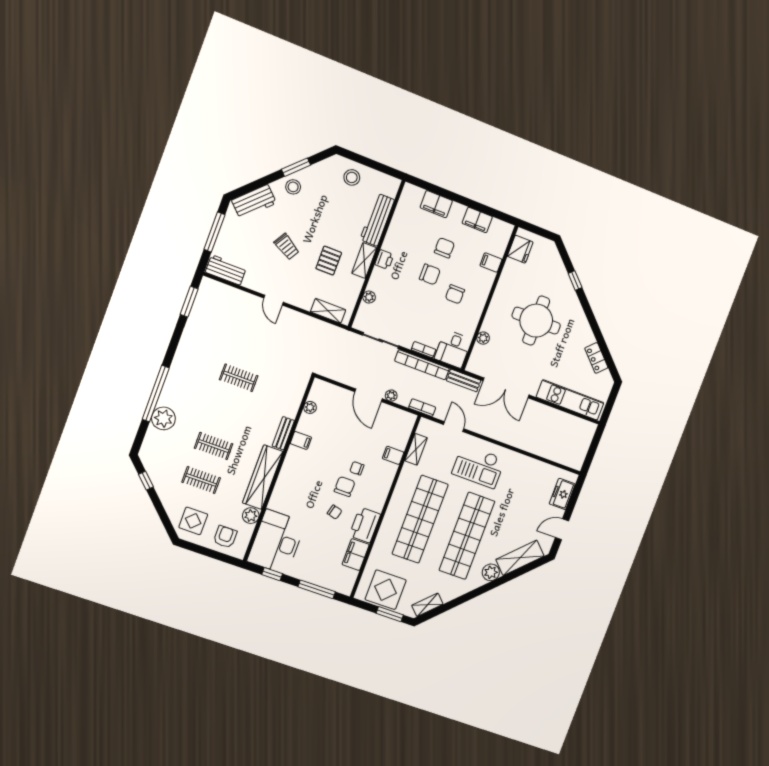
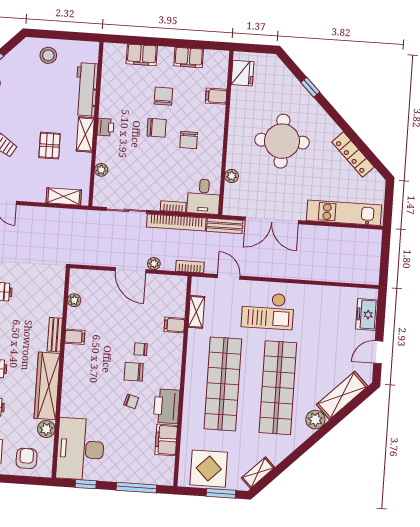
locker: (596, 358) -> (353, 154), width x1.53
chair: (345, 486) -> (134, 372), turned -90

